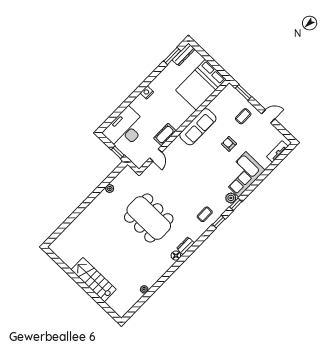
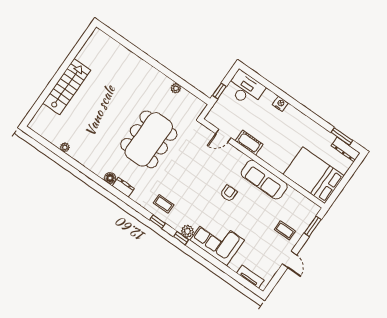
nightstand: (147, 93) -> (280, 104), moved
desk: (125, 129) -> (245, 89), width x0.73, depth x0.77
armchair: (229, 144) -> (229, 193), moved

